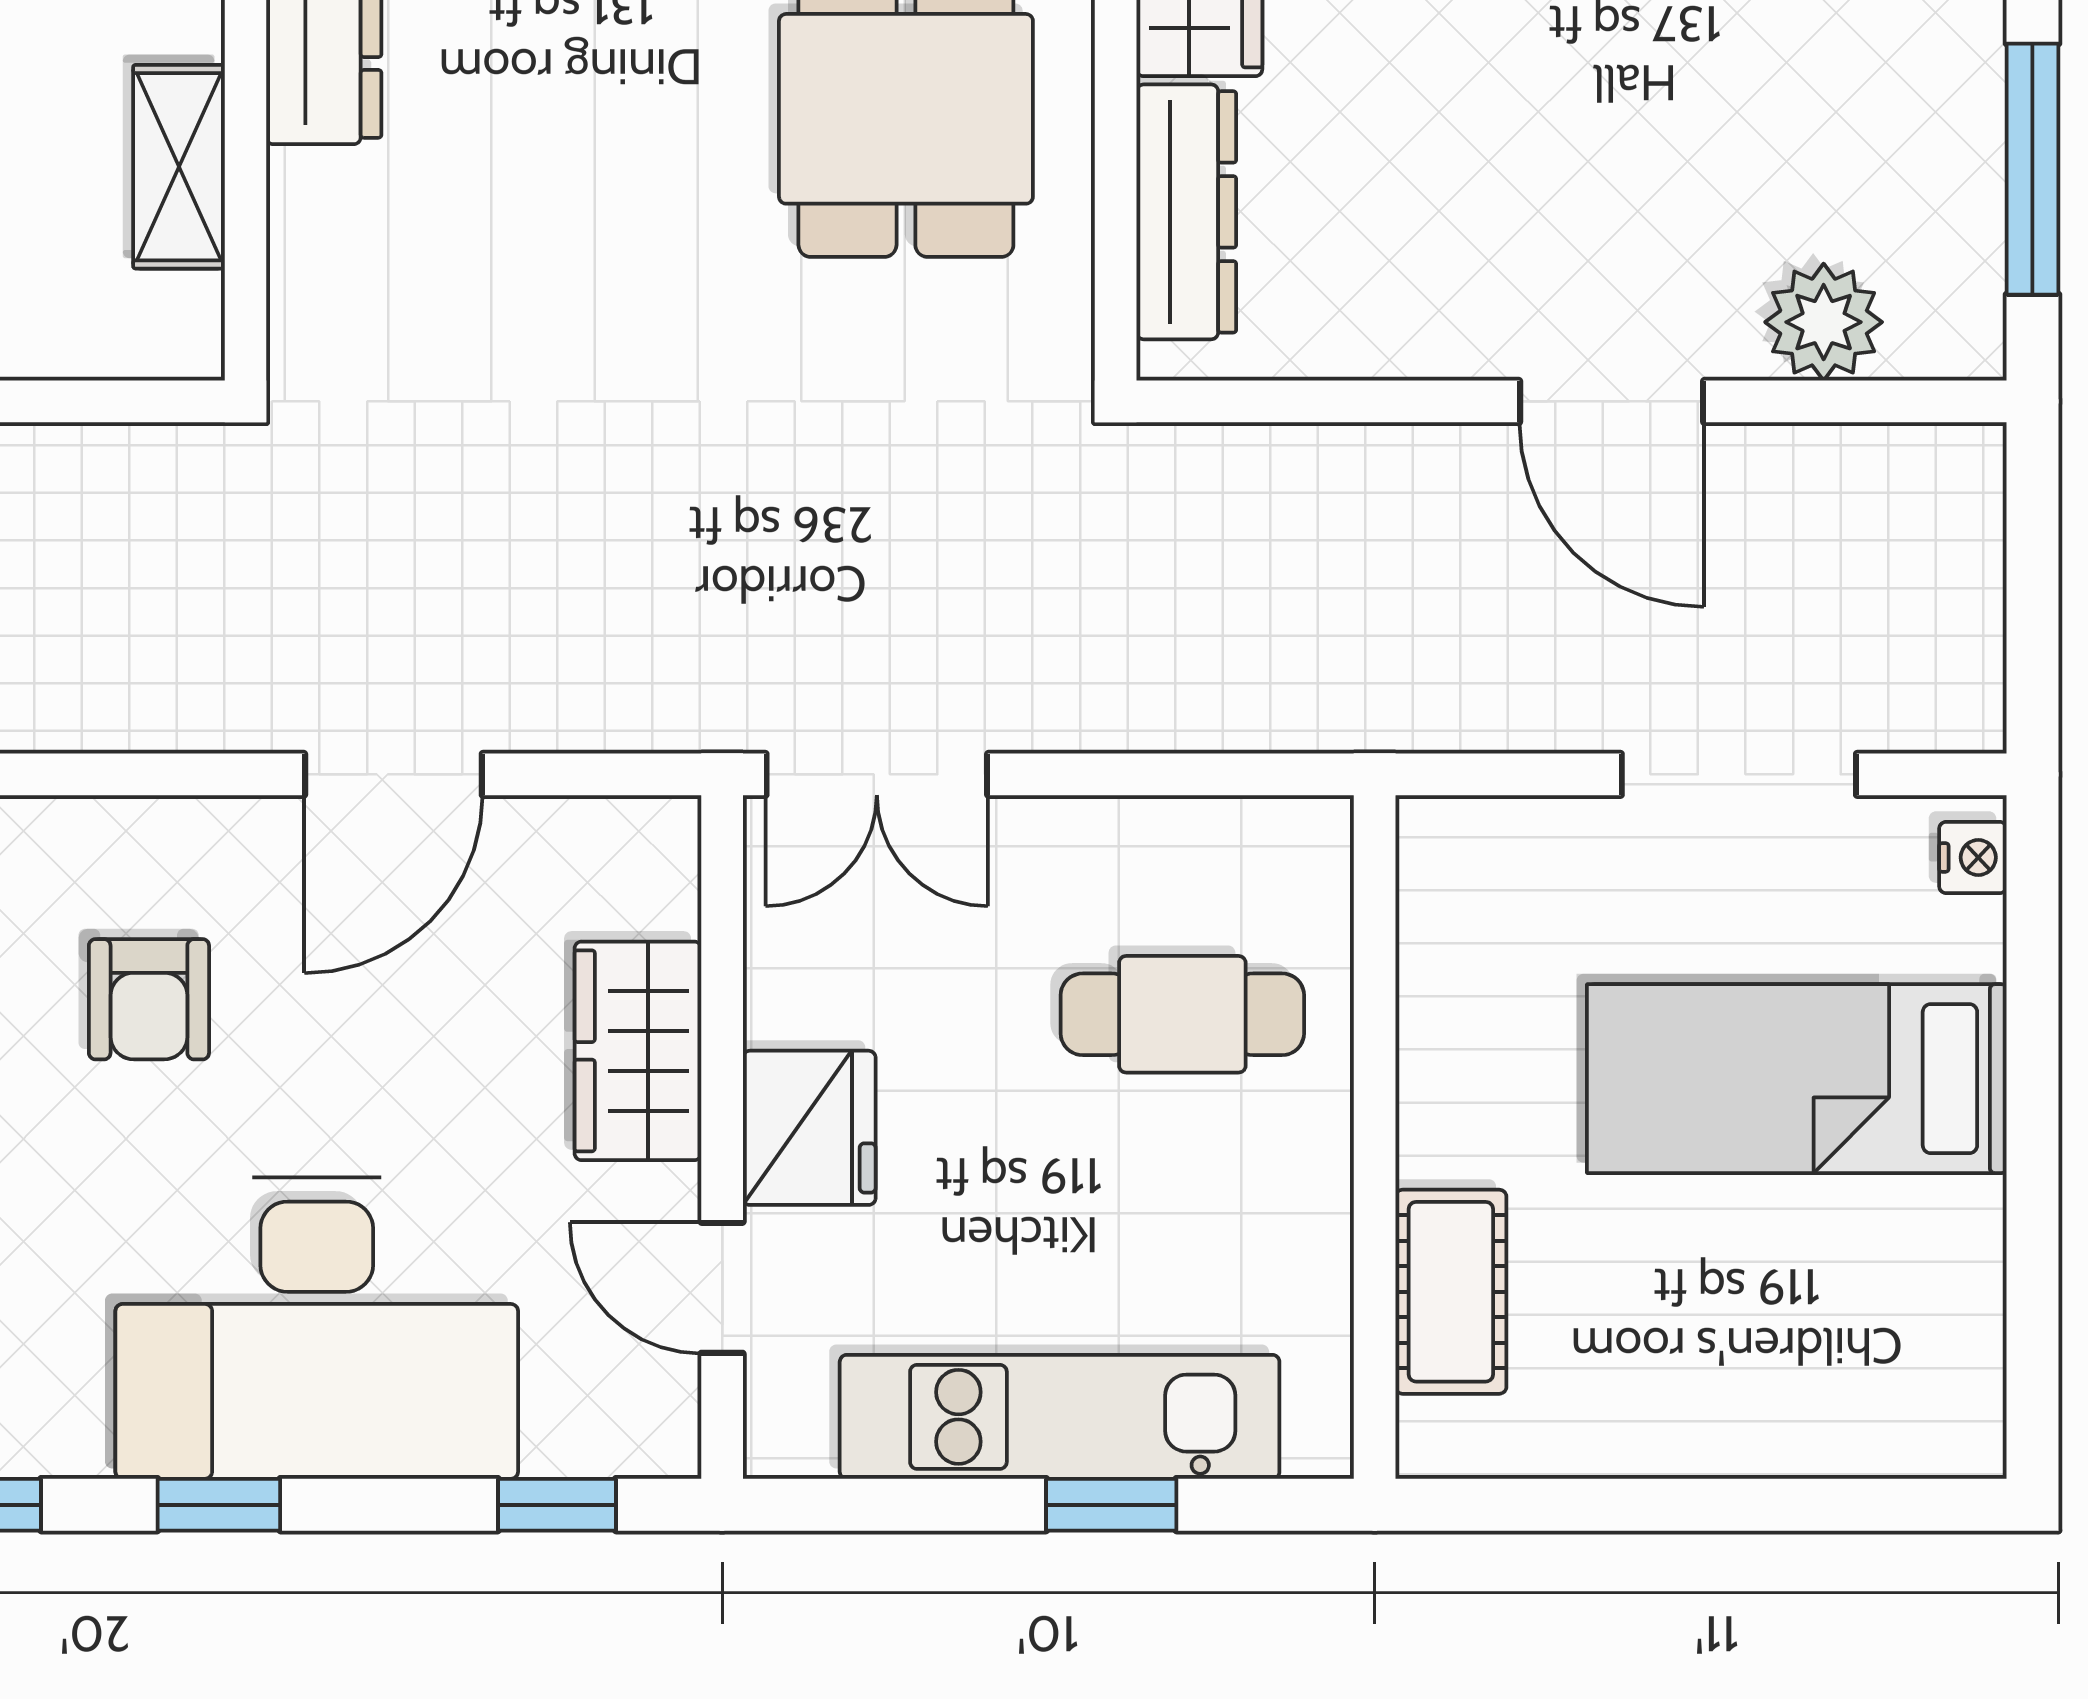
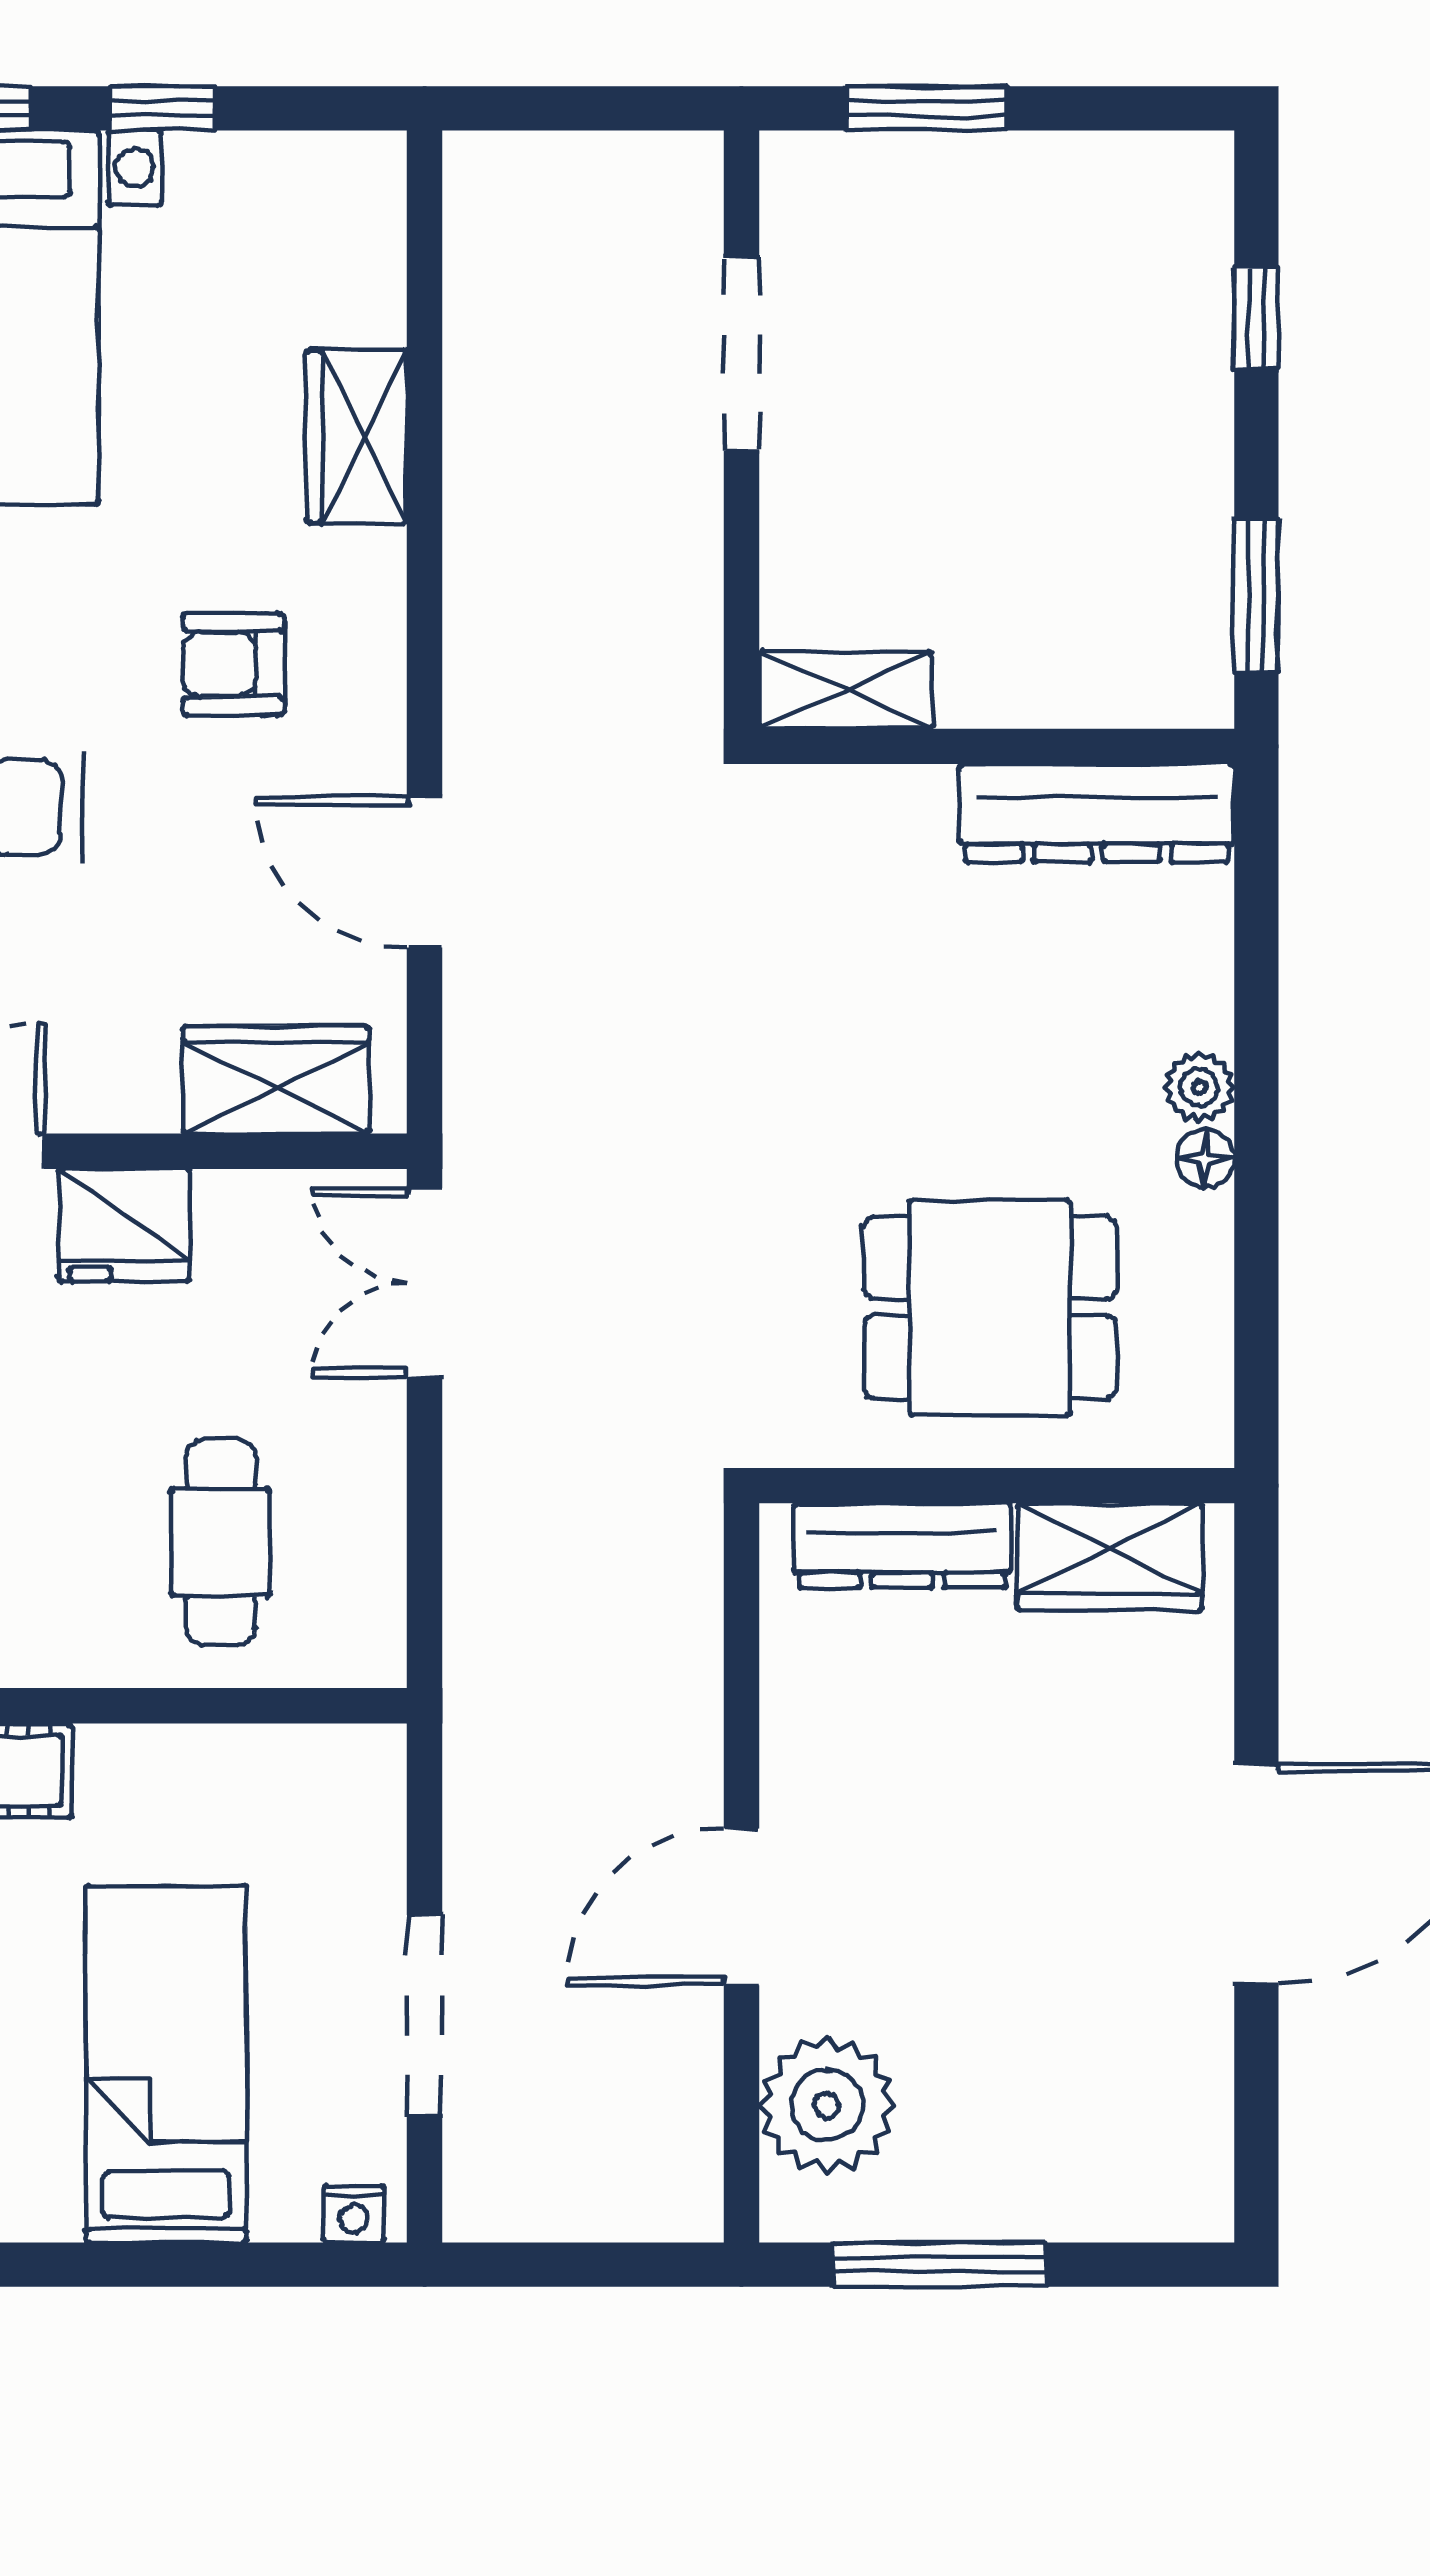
shelving: (179, 167) -> (846, 690), moved
plant: (1824, 322) -> (827, 2105), width x1.36, depth x1.36
wardrobe: (638, 1051) -> (276, 1080), moved

